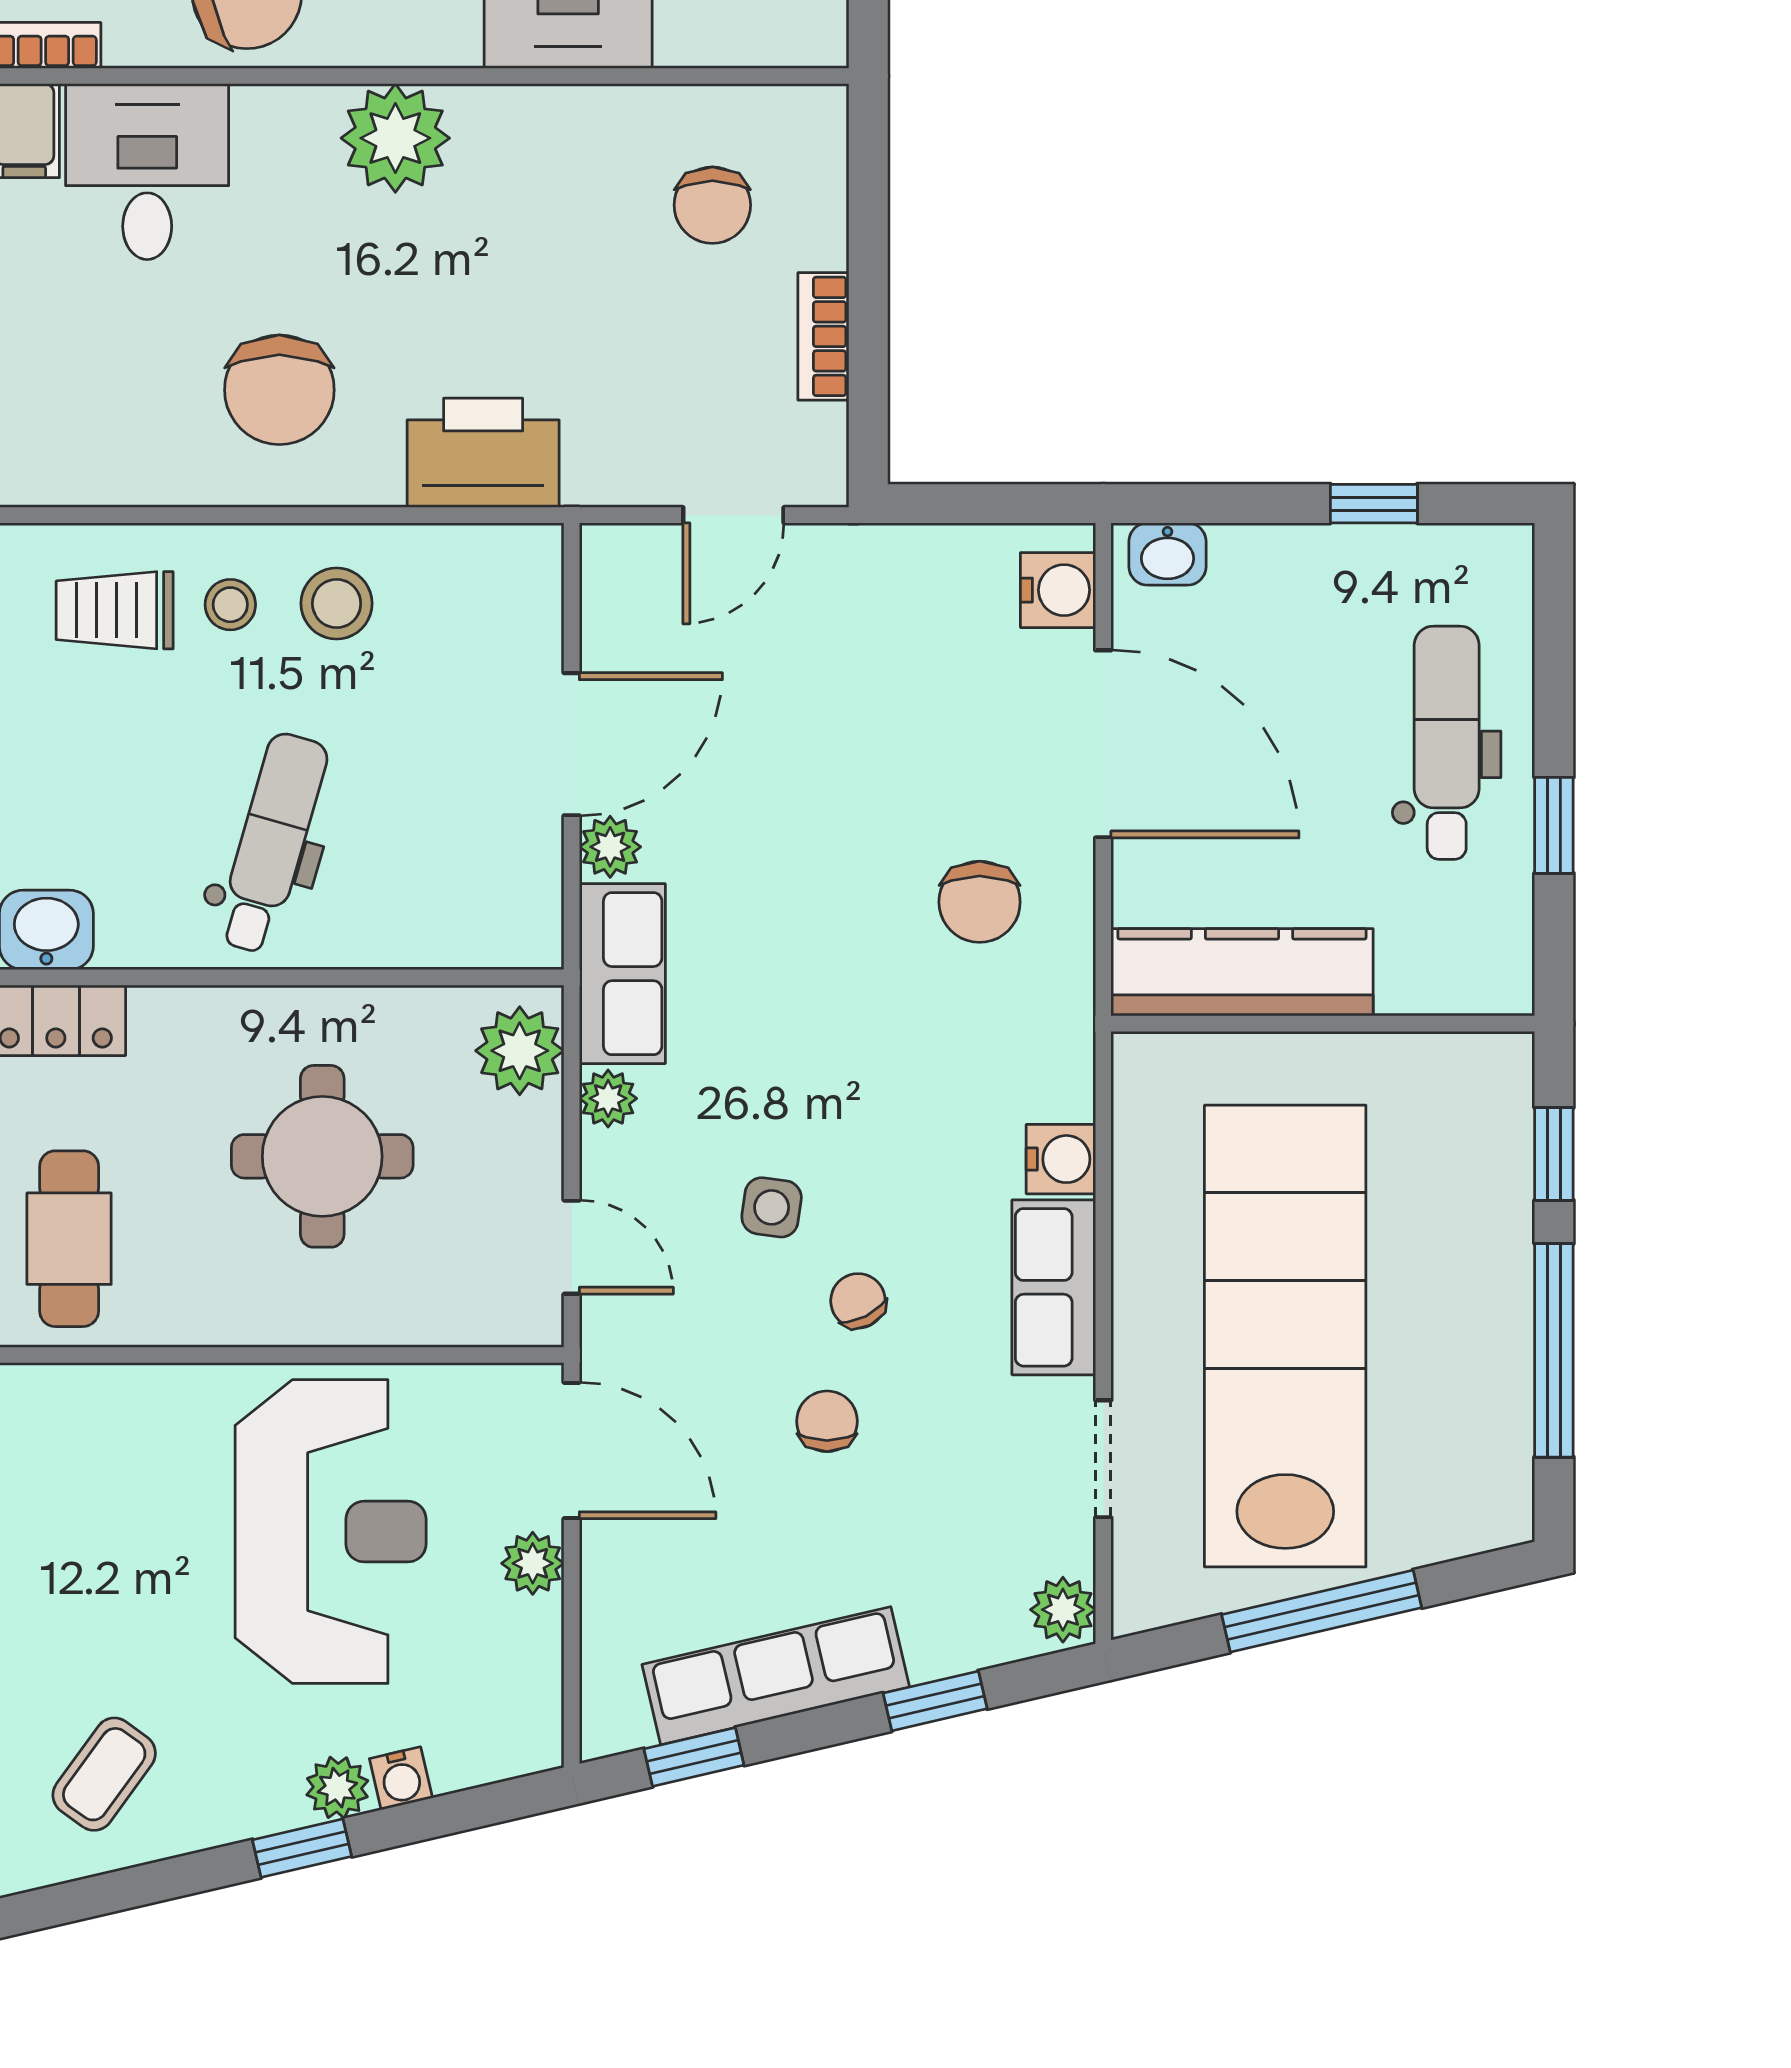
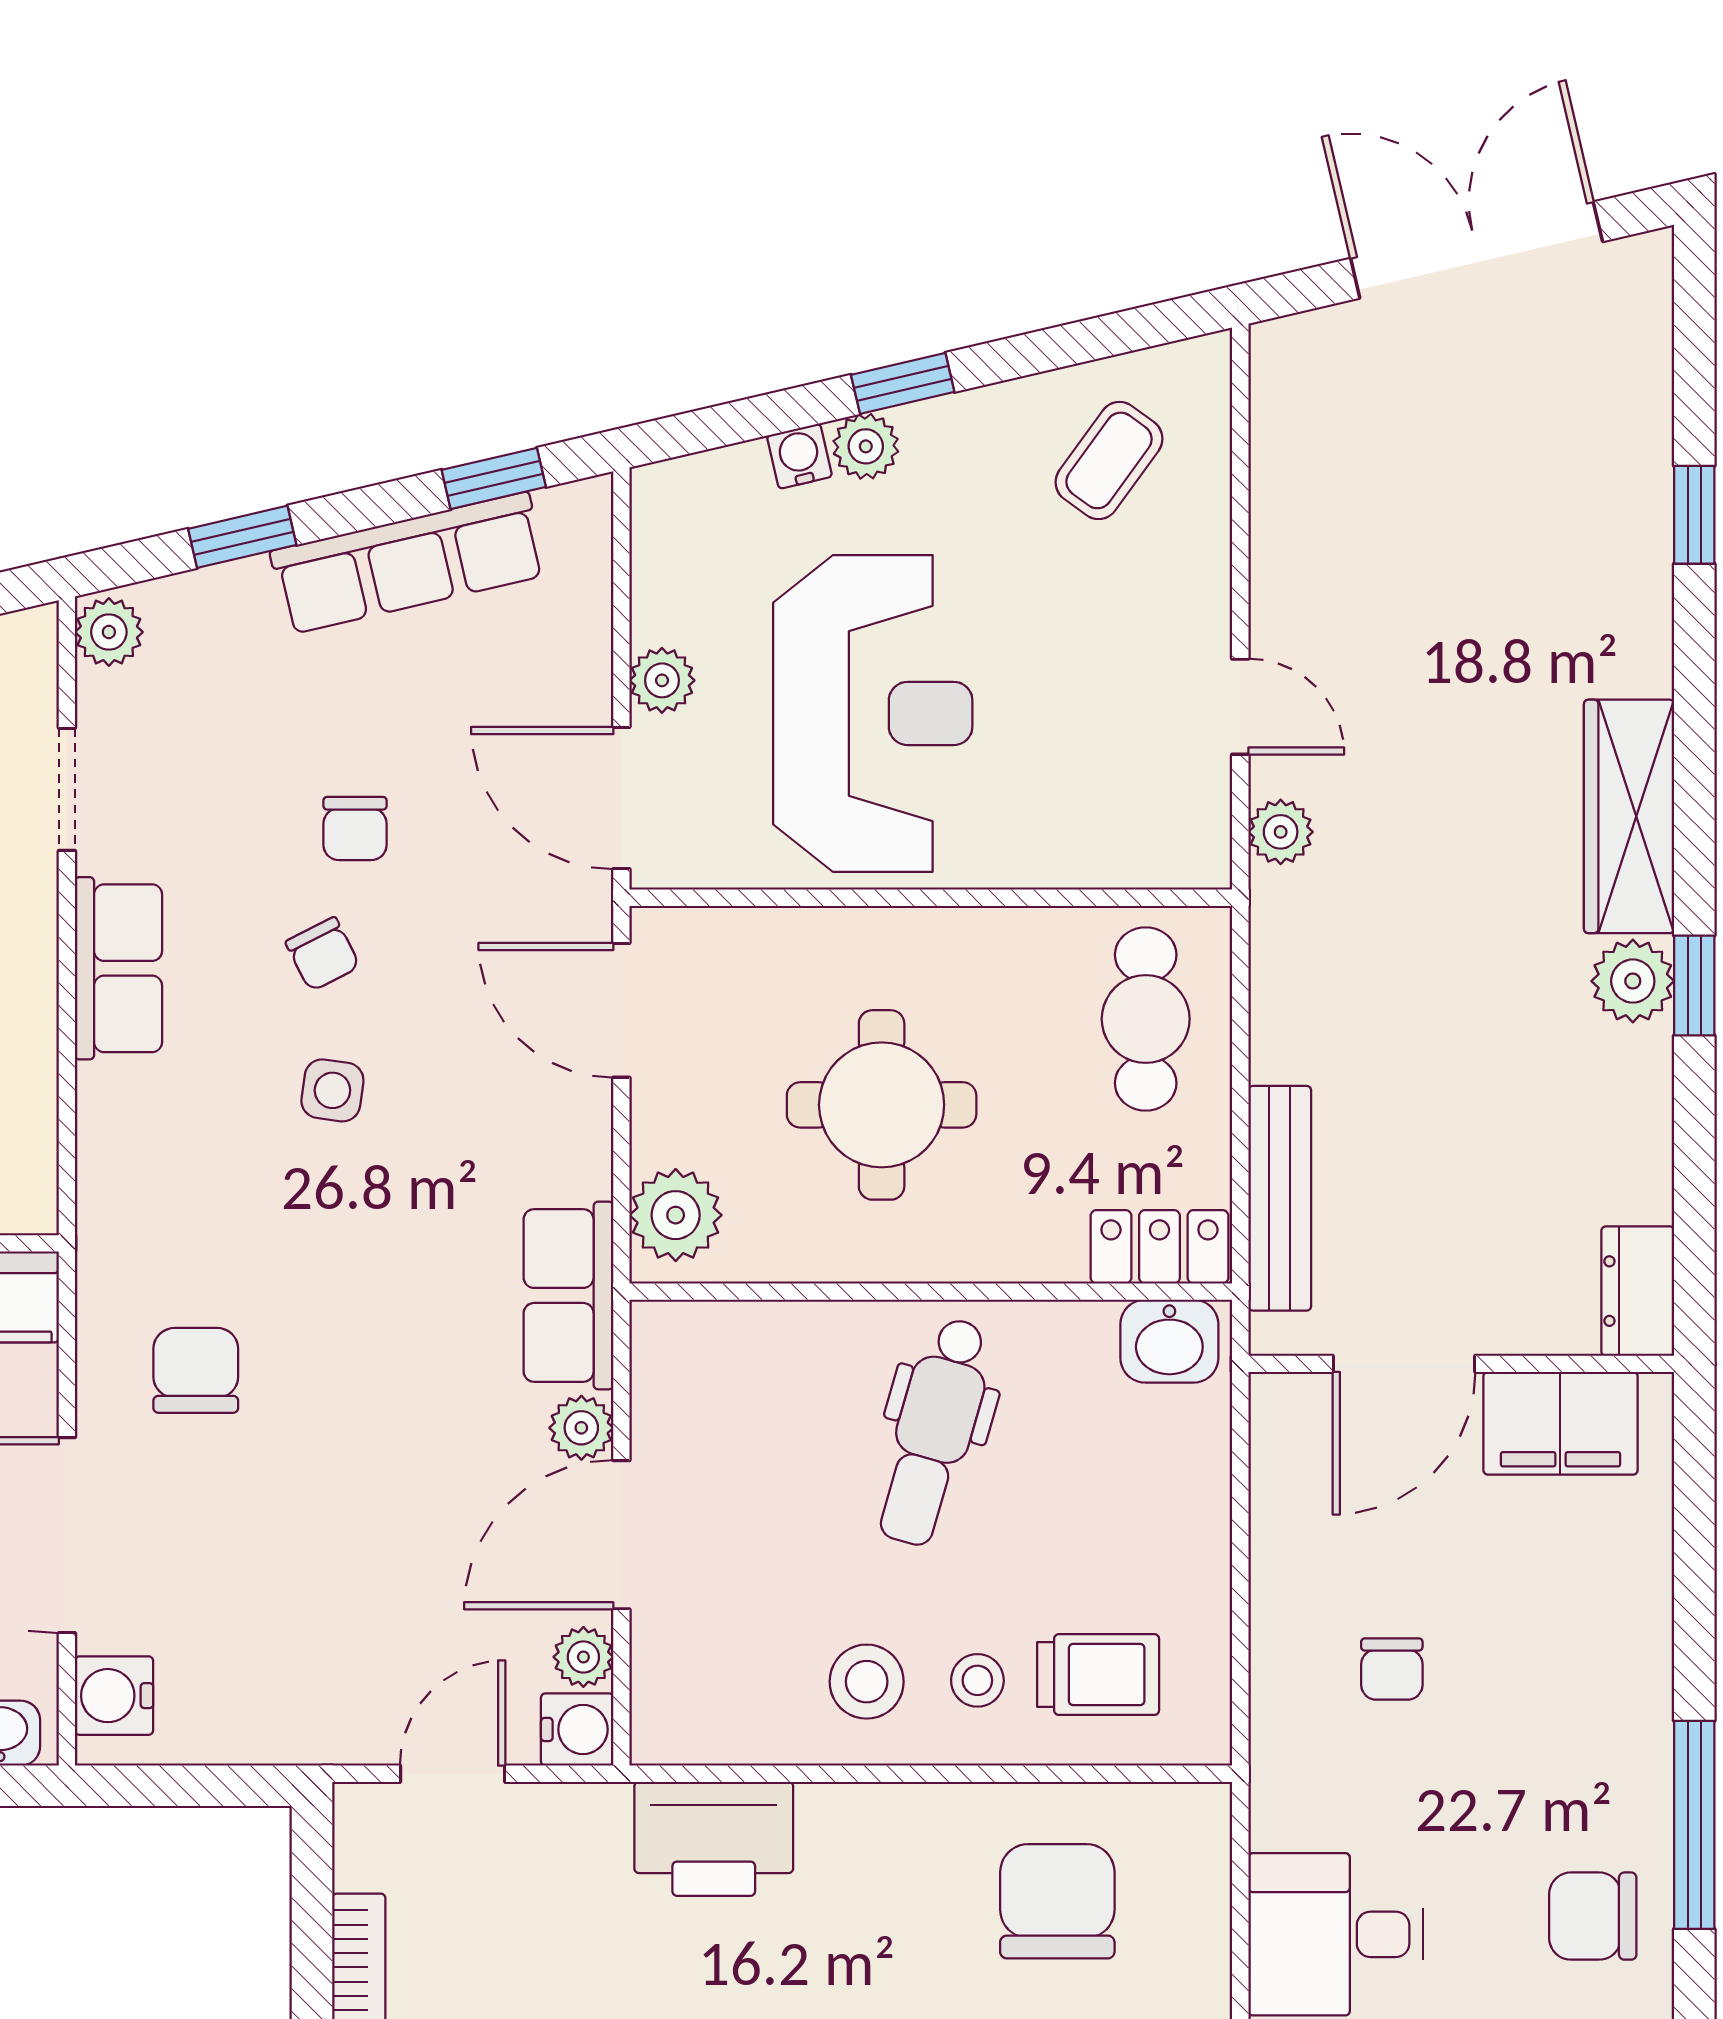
chair: (279, 390) -> (1057, 1901), moved
plant: (608, 1098) -> (583, 1657), moved
water cooler: (1061, 1159) -> (577, 1730), moved, turned 180
side table: (772, 1207) -> (332, 1090), moved
door: (572, 1247) -> (621, 1010), width x1.38
reception desk: (331, 1532) -> (873, 713), turned 180

